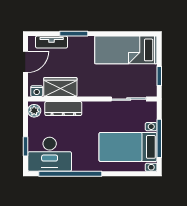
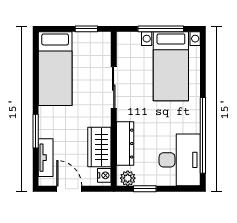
sliding door: (129, 99) -> (114, 88), moved
window: (25, 146) -> (145, 189), moved

